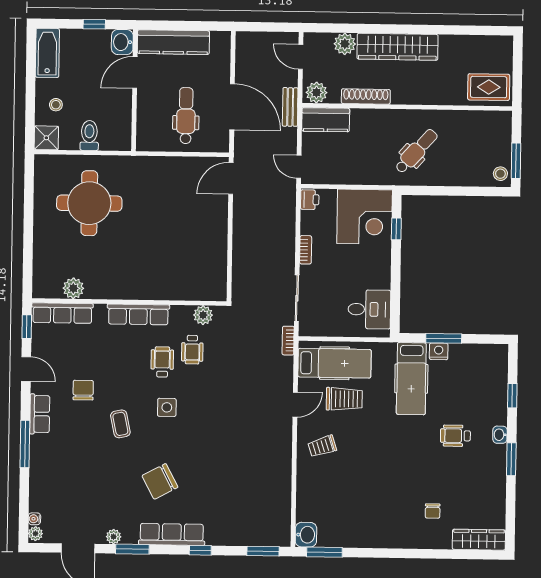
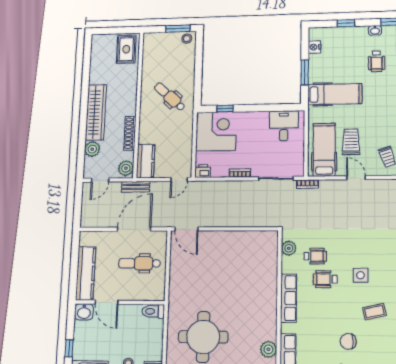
window: (94, 24) -> (69, 348), moved
toilet: (89, 135) -> (153, 311), moved
nightstand: (439, 351) -> (314, 47), moved

